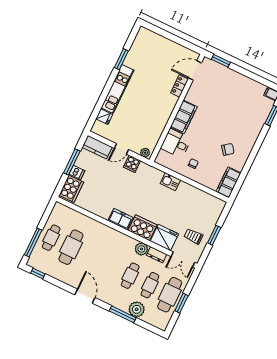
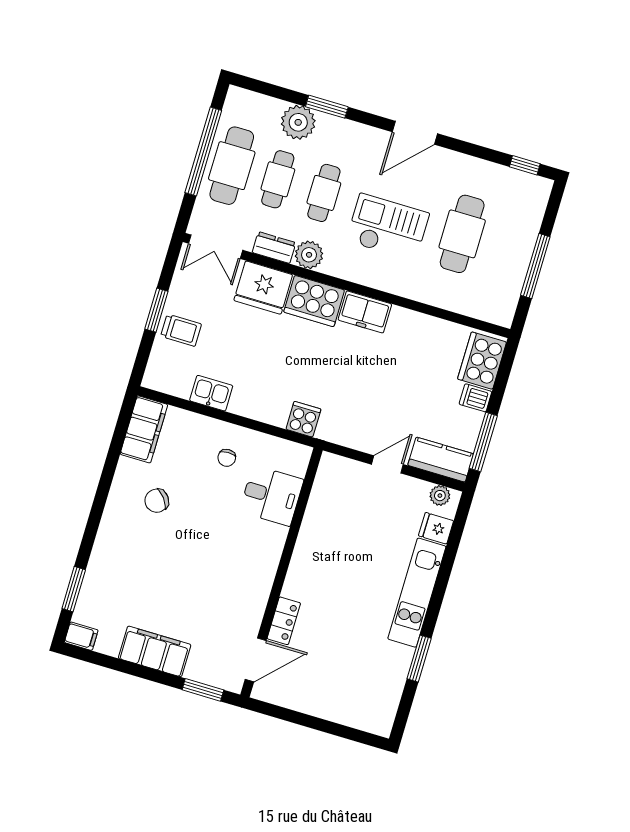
filing cabinet: (184, 117) -> (155, 651), moved, turned 90
plant: (145, 153) -> (440, 496), moved
window: (72, 162) -> (483, 442), moved
cooker: (132, 164) -> (303, 419), moved
kitchen sink: (170, 182) -> (211, 393), moved
trolley: (193, 236) -> (181, 330), moved
cafe table: (51, 238) -> (508, 248), removed
window: (33, 242) -> (535, 266), moved
checkout: (104, 256) -> (388, 227), added
double door: (183, 259) -> (216, 247), swing flipped
door: (85, 296) -> (415, 133), hinge flipped
window: (181, 303) -> (203, 152), width x2.11
window: (123, 314) -> (327, 107), width x0.69

